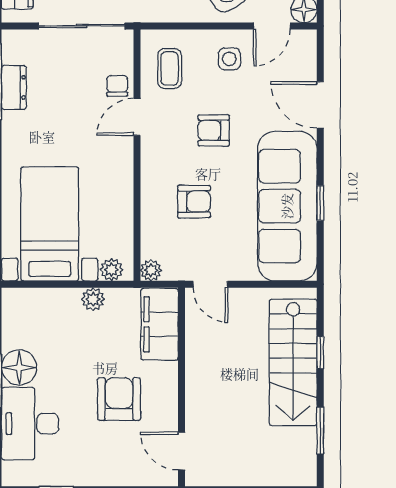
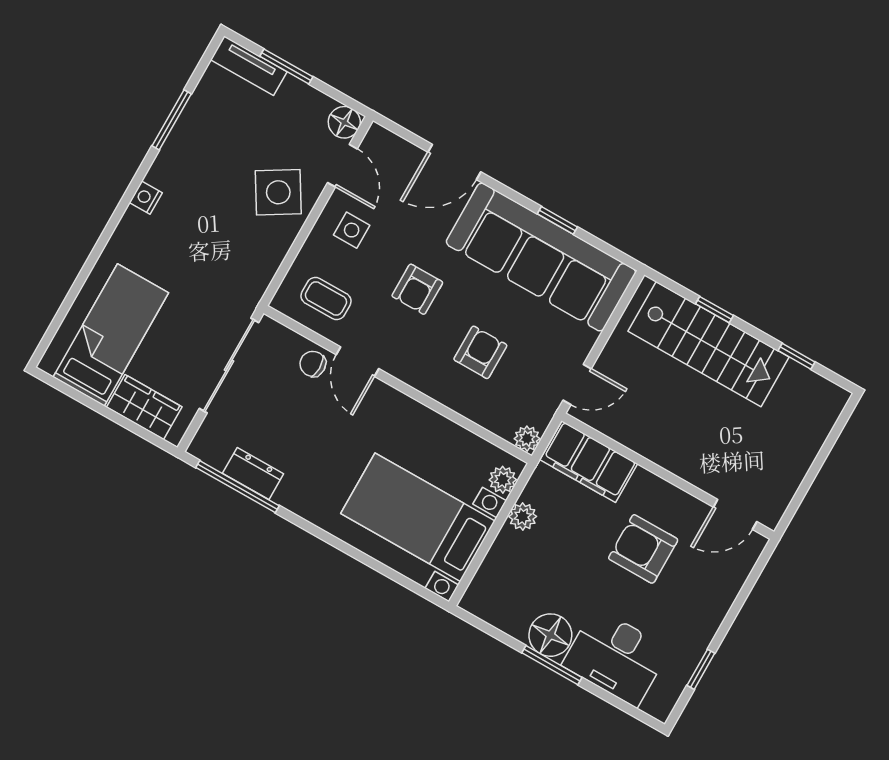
window: (320, 431) -> (796, 356), width x0.67

